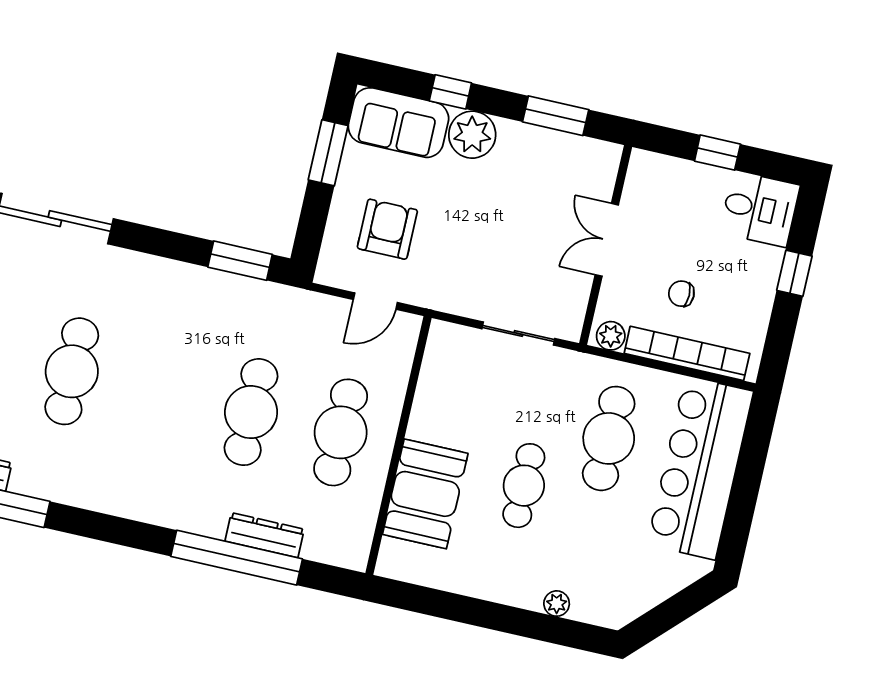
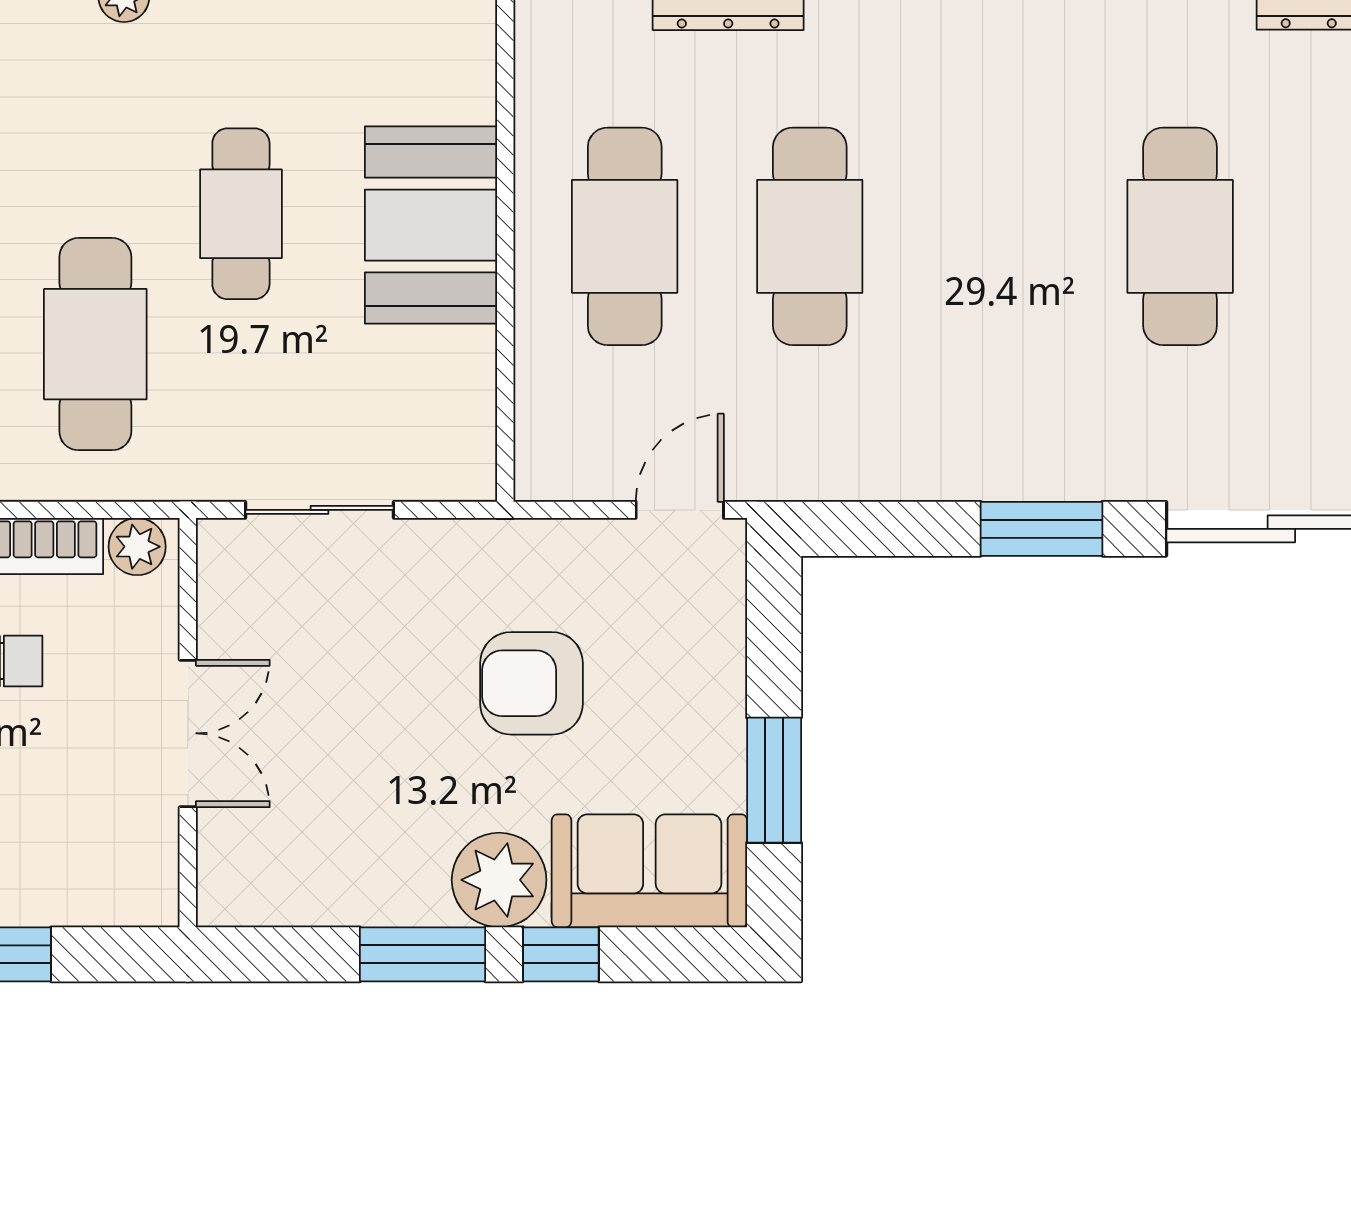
window: (556, 116) -> (422, 954), moved
armchair: (387, 229) -> (531, 683), moved, turned 90
window: (240, 261) -> (1041, 529), moved
door: (375, 301) -> (680, 510), moved
booth: (425, 494) -> (431, 225), moved

